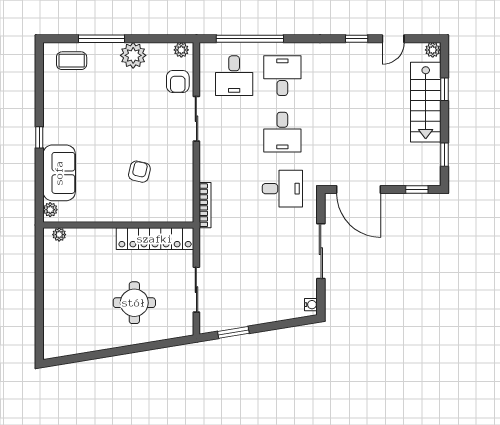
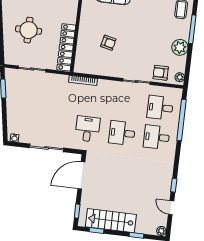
desk: (282, 76) -> (157, 137), turned 180
stairs: (426, 102) -> (111, 221), moved
desk: (282, 189) -> (88, 129), turned 180

